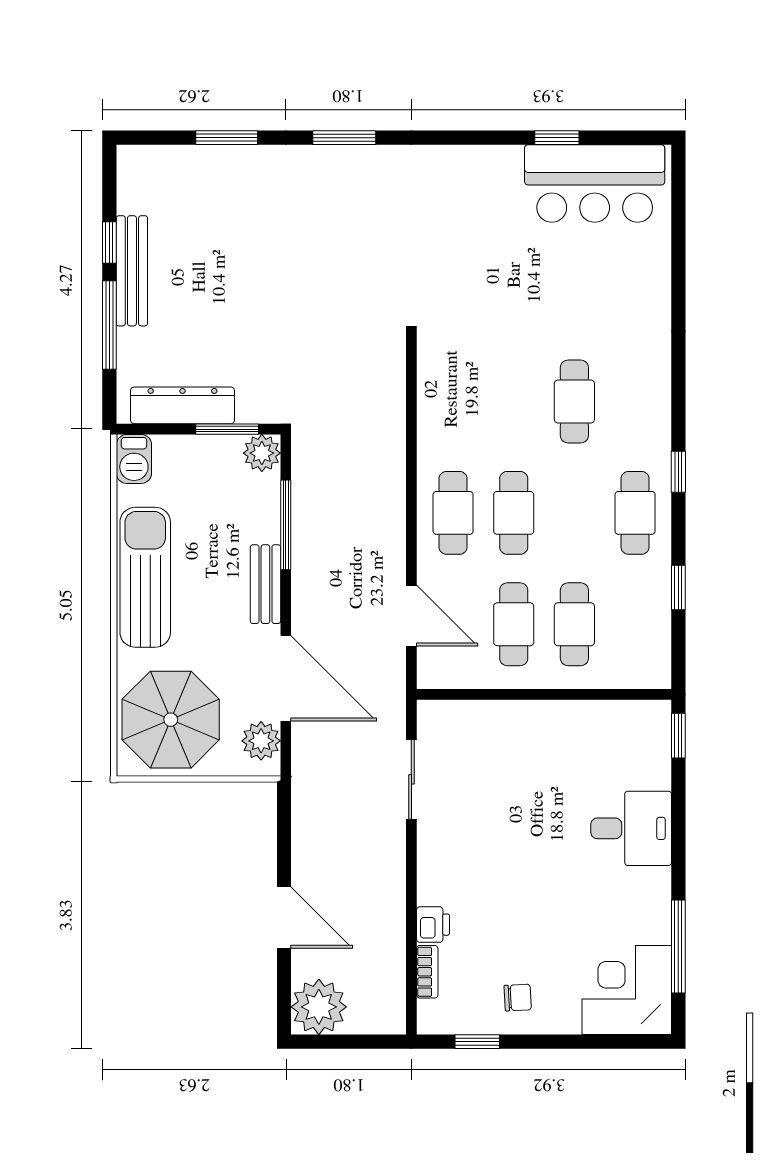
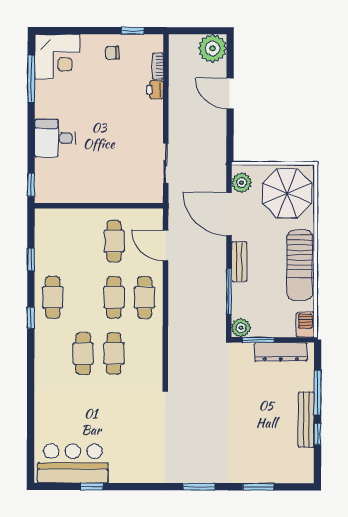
cafe table: (574, 624) -> (114, 353), moved

